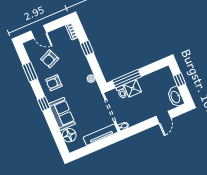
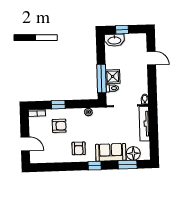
door: (39, 32) -> (25, 144), hinge flipped
armchair: (50, 59) -> (59, 126), moved, turned -67
window: (30, 72) -> (128, 165), moved
washbasin: (176, 97) -> (114, 40), moved

